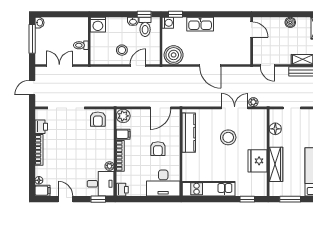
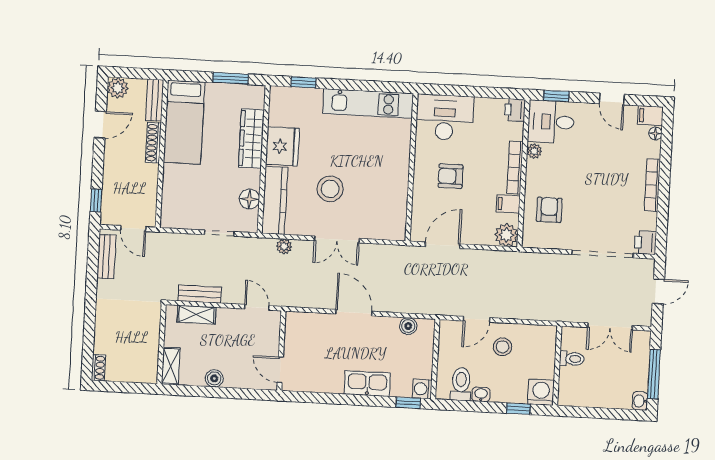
window: (144, 14) -> (518, 409), moved
boiler: (174, 55) -> (408, 326), width x0.54, depth x0.54
double door: (235, 108) -> (337, 240), moved
armchair: (98, 119) -> (549, 210), moved
printer: (41, 127) -> (645, 243), moved
kitchen counter: (189, 133) -> (275, 200), moved, turned 180
armchair: (158, 149) -> (450, 176), turned -90

